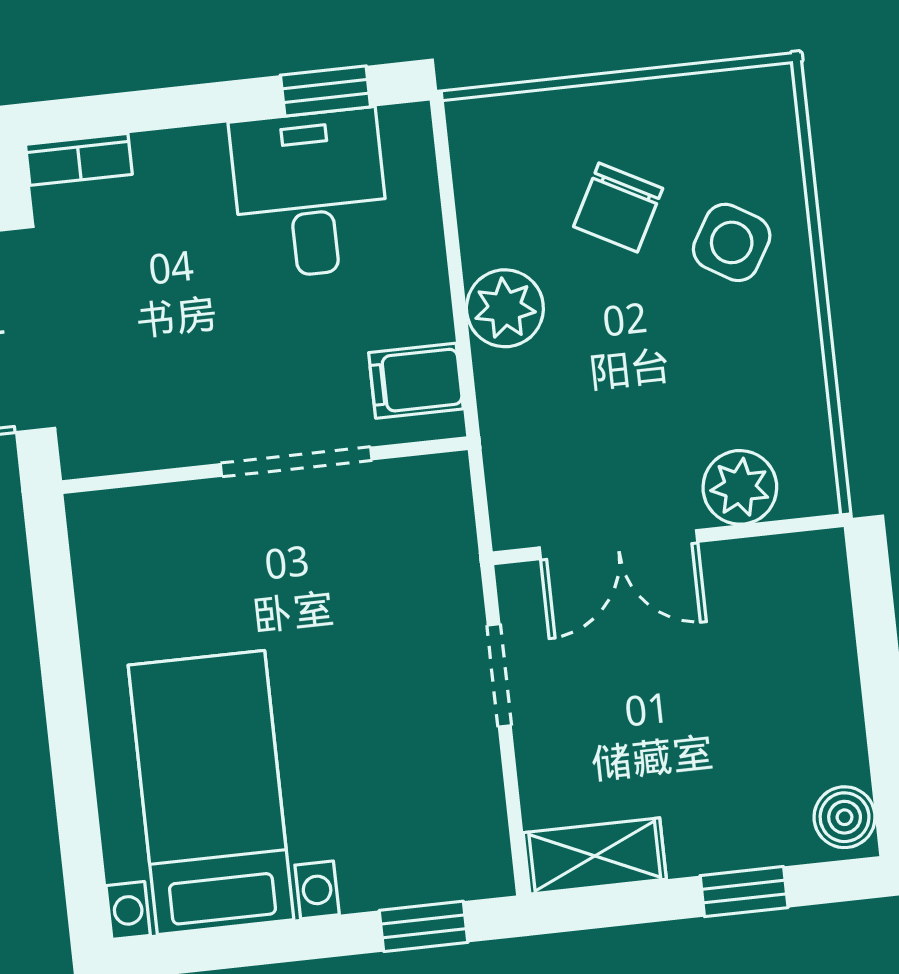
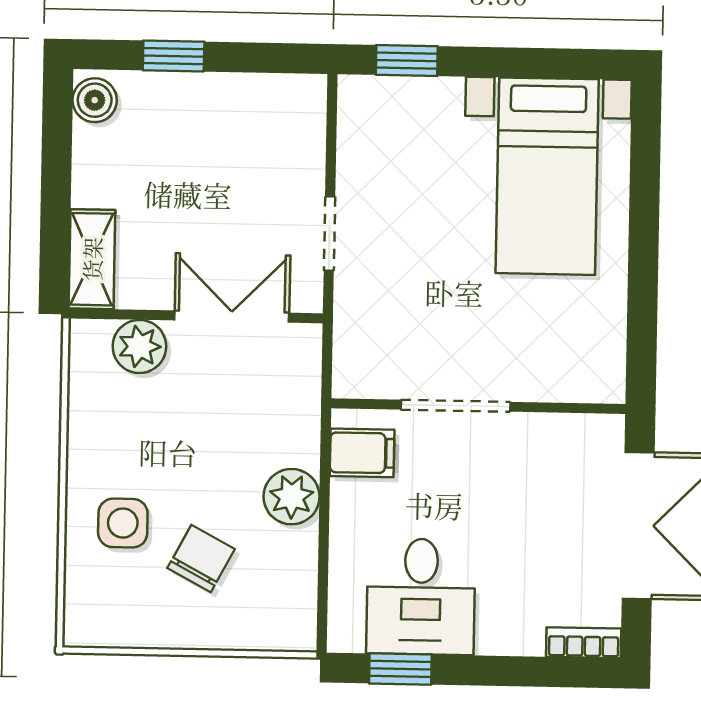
side table: (732, 242) -> (123, 523), turned -31
shelving: (595, 856) -> (92, 259), moved, turned 90

